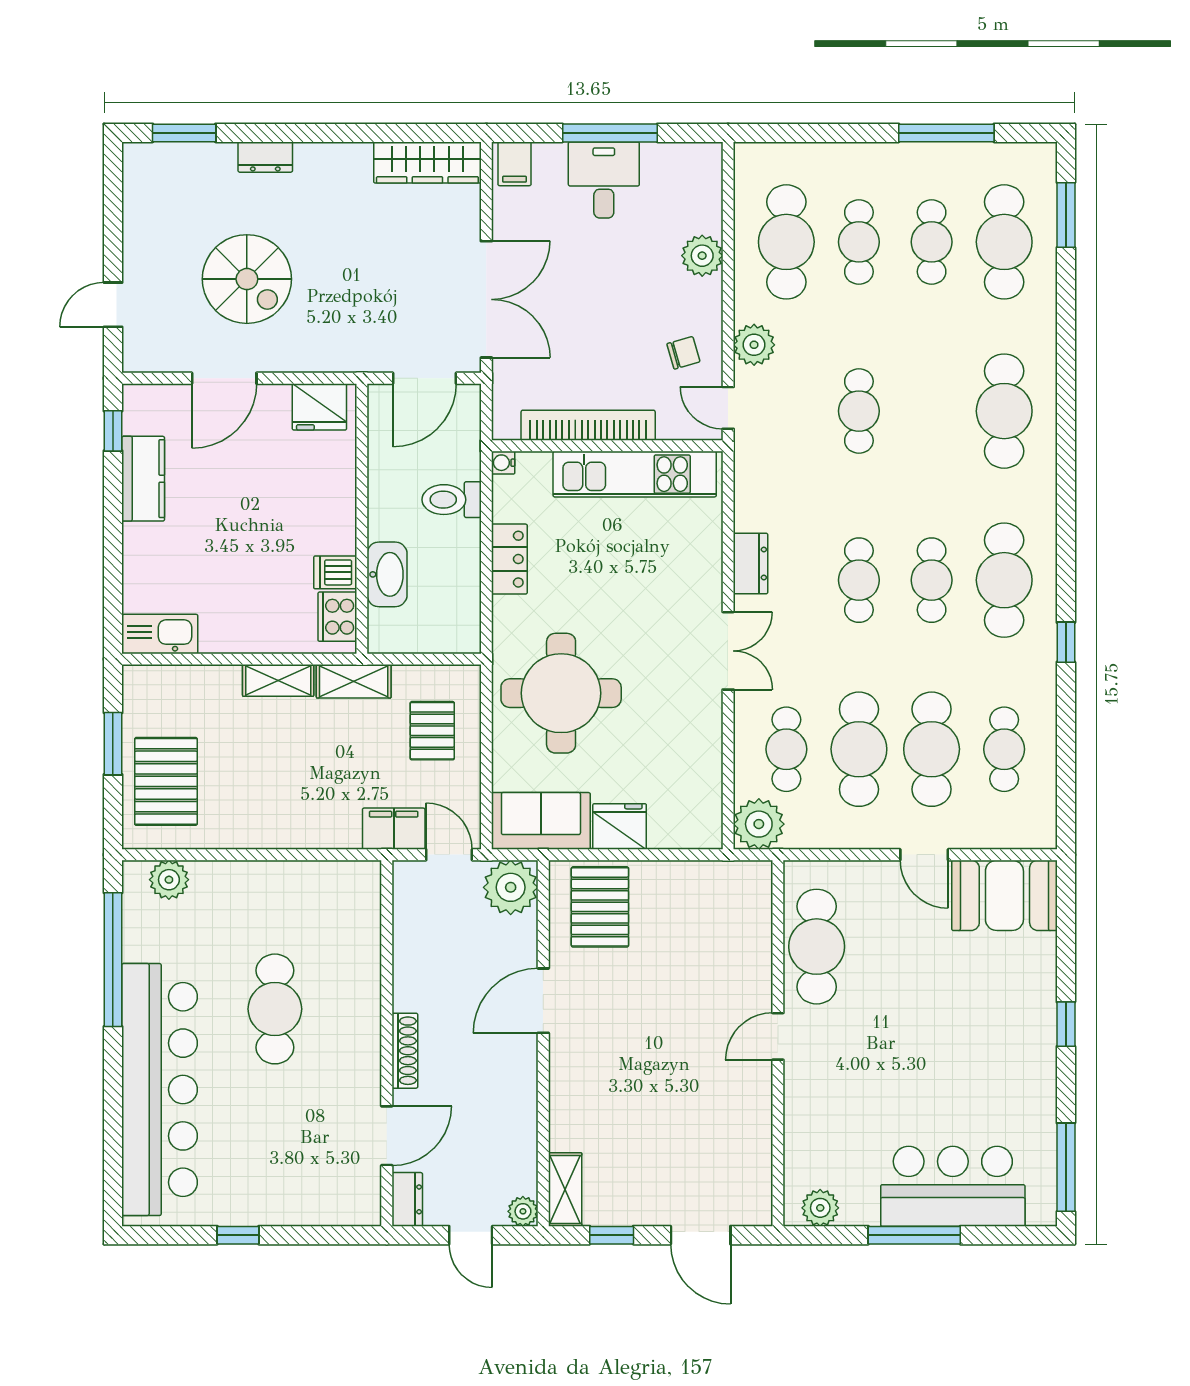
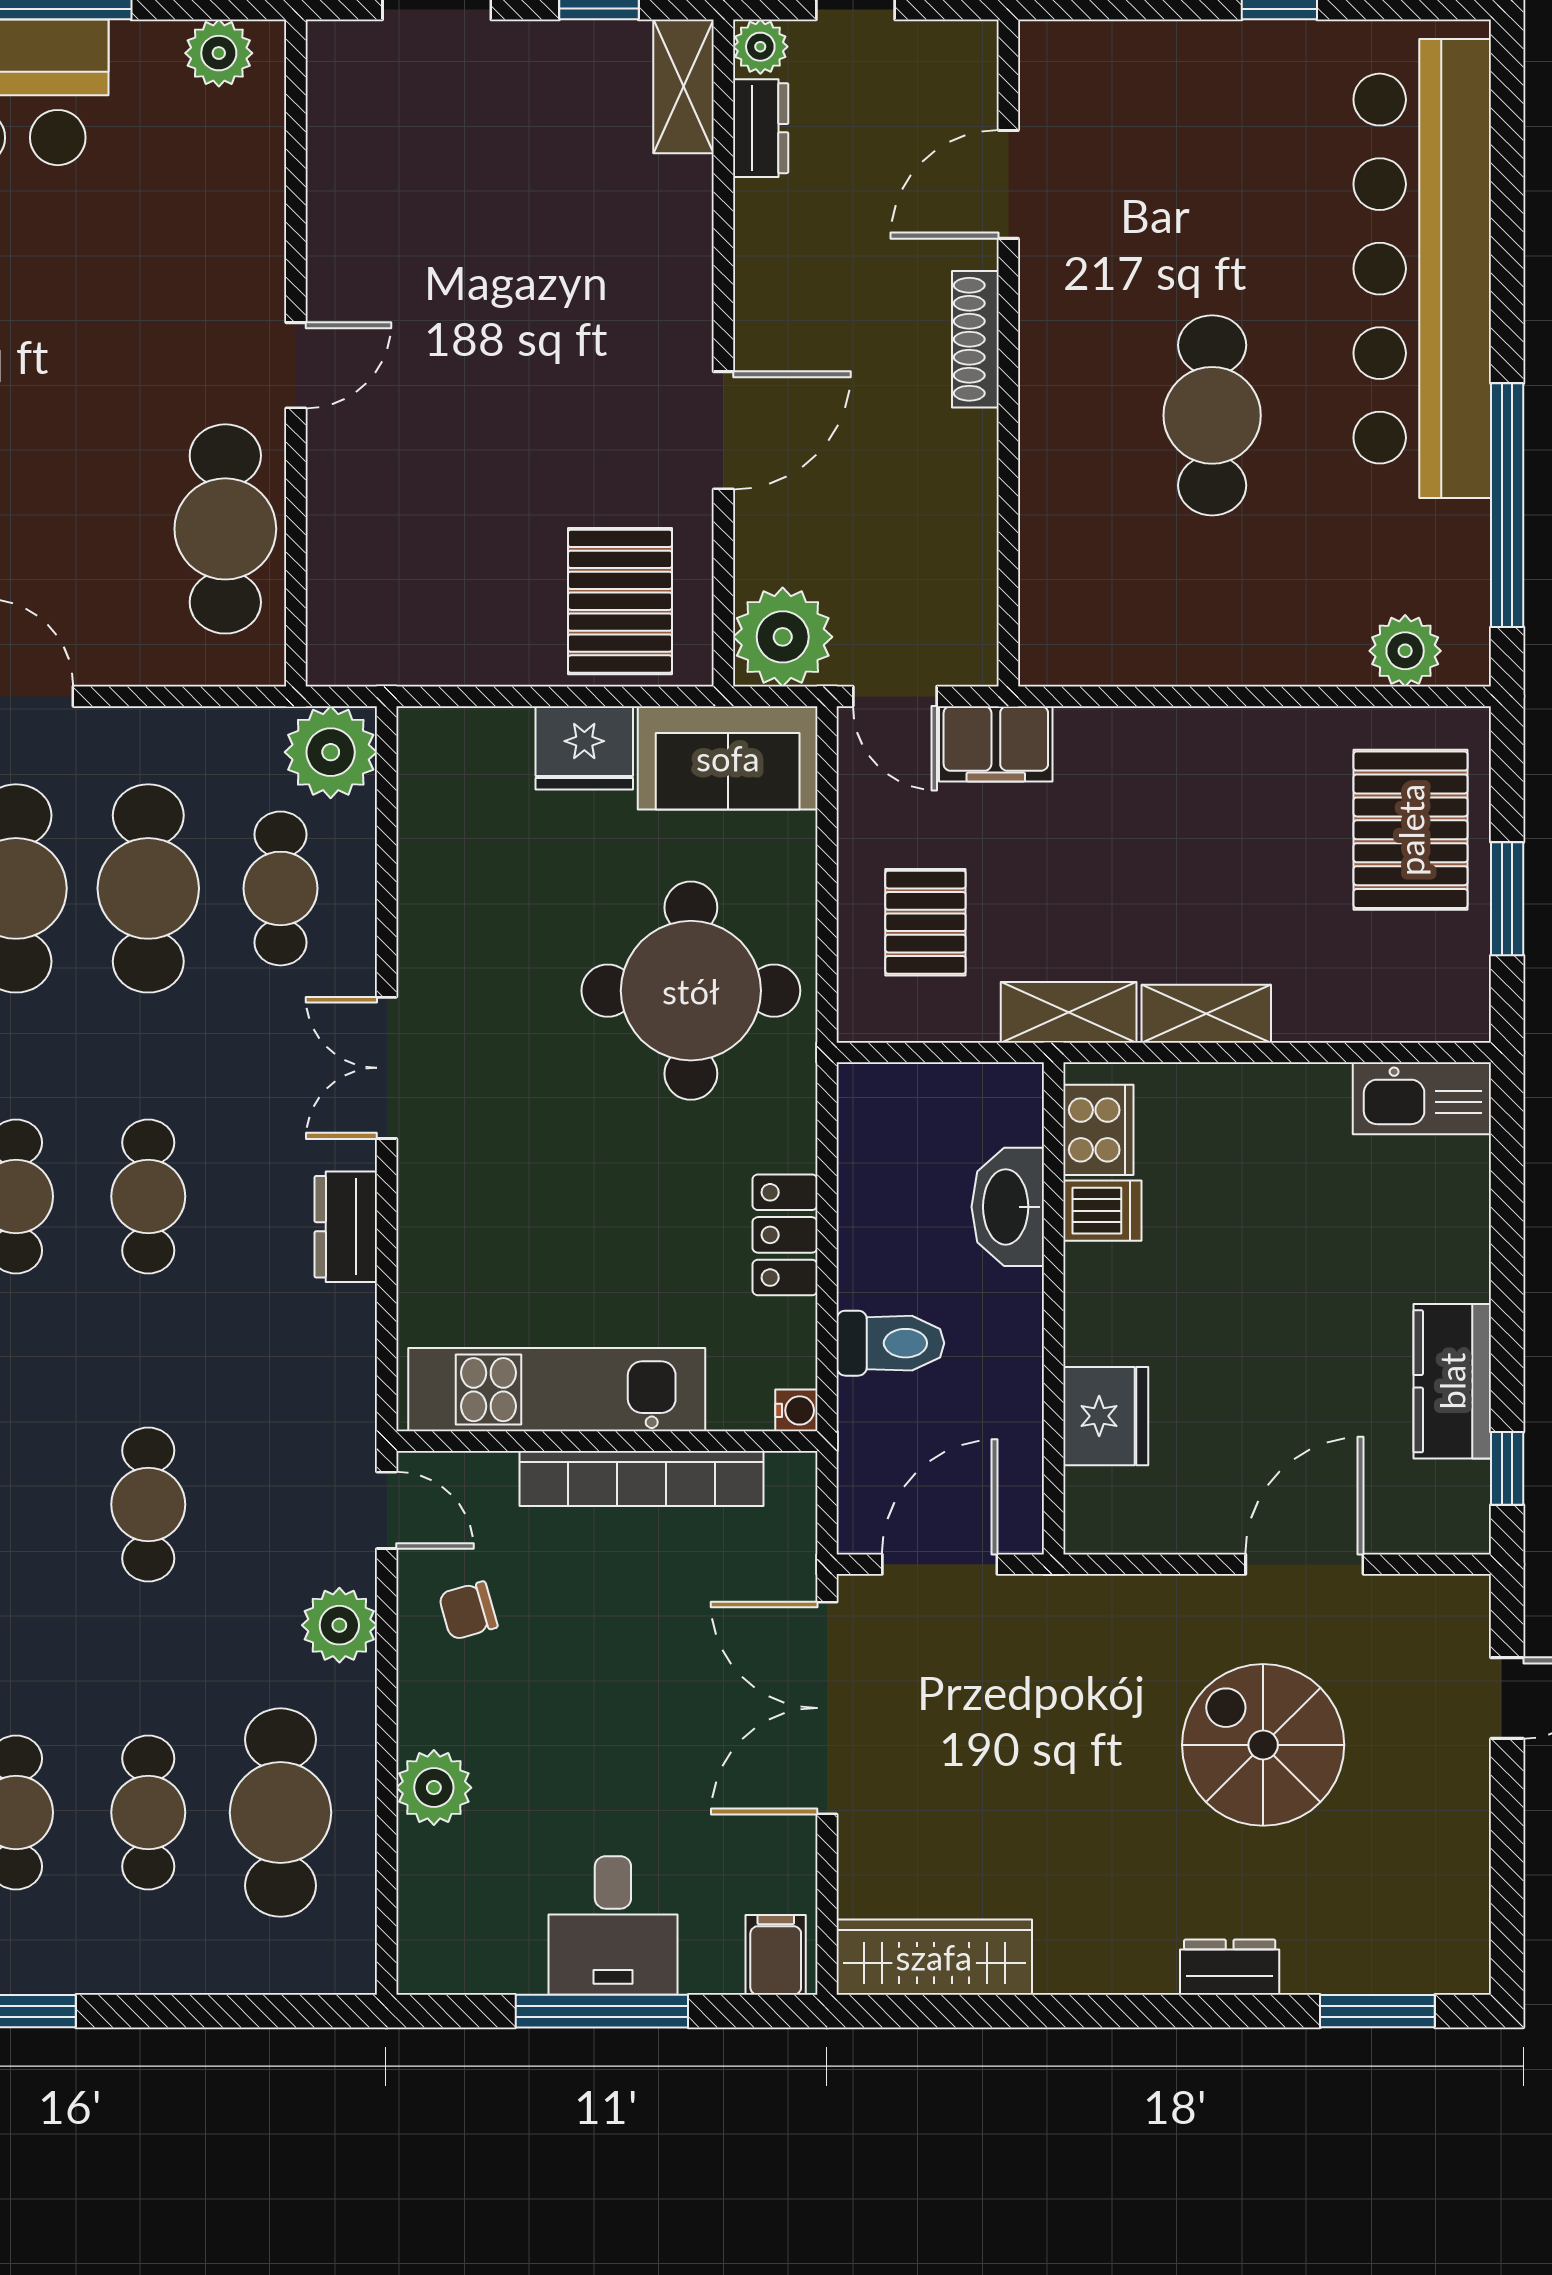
fridge: (319, 407) -> (1106, 1416), moved, turned 90
dresser: (407, 1199) -> (761, 128), moved, turned 180

